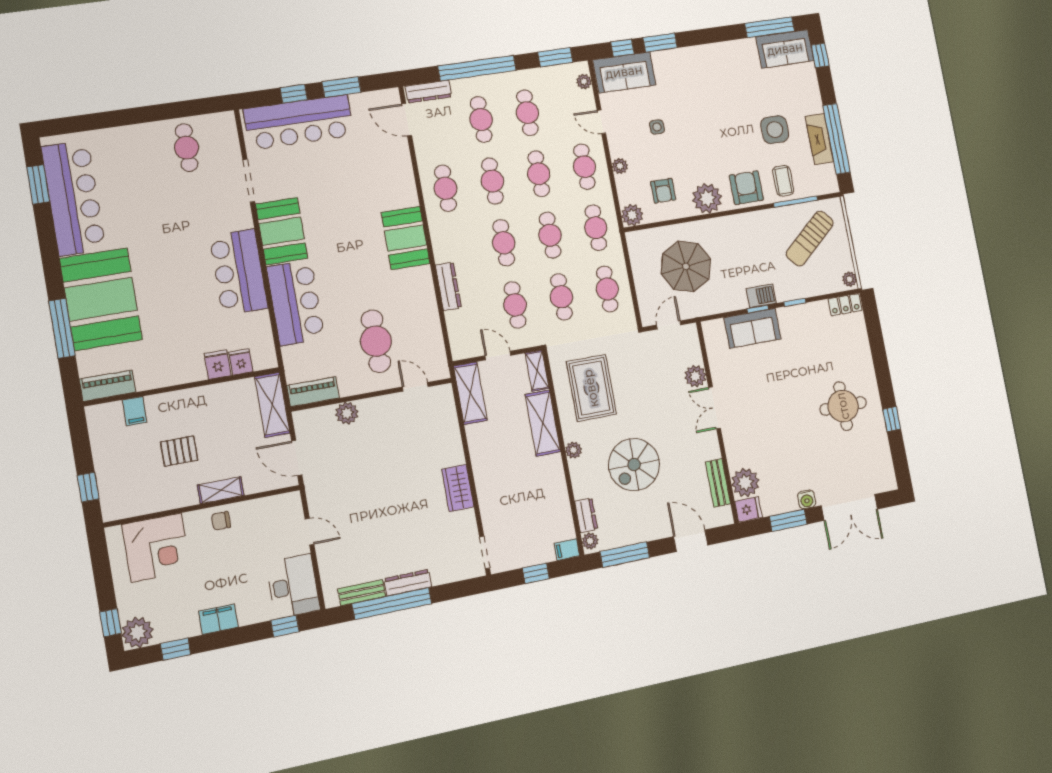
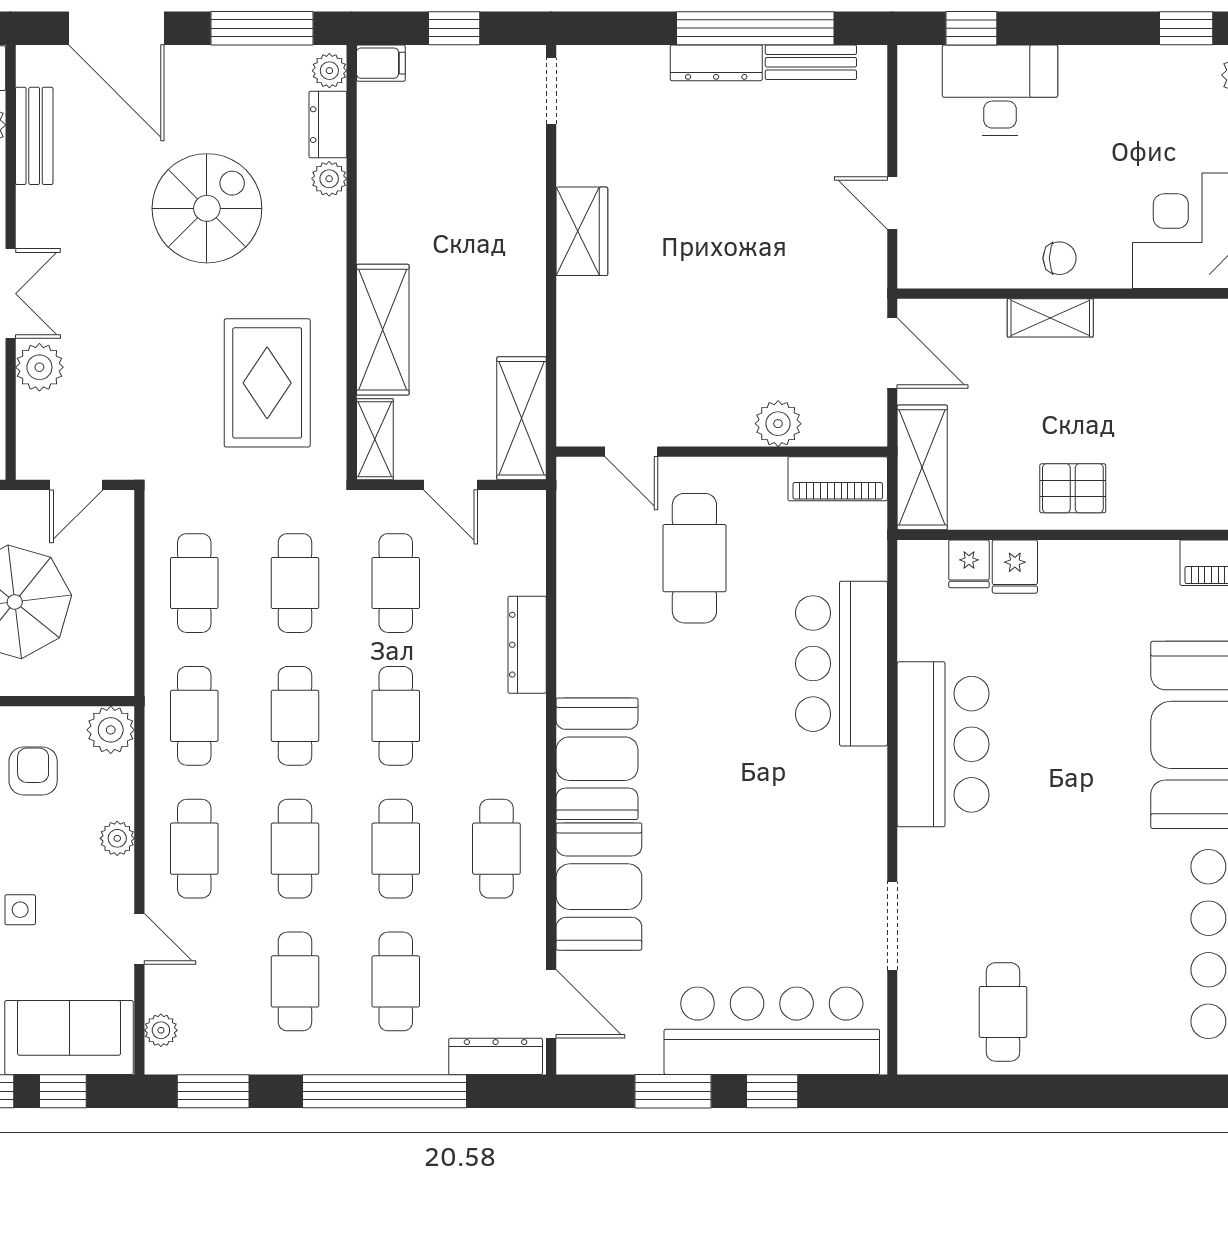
booth: (282, 231) -> (599, 887), moved
filing cabinet: (135, 411) -> (1188, 504), removed
plant: (574, 450) -> (329, 179), moved
pallet: (179, 451) -> (1073, 488), moved
door: (691, 541) -> (116, 28), width x1.36
desk: (293, 586) -> (1000, 90), moved, turned 90
filing cabinet: (218, 619) -> (1096, 68), removed

